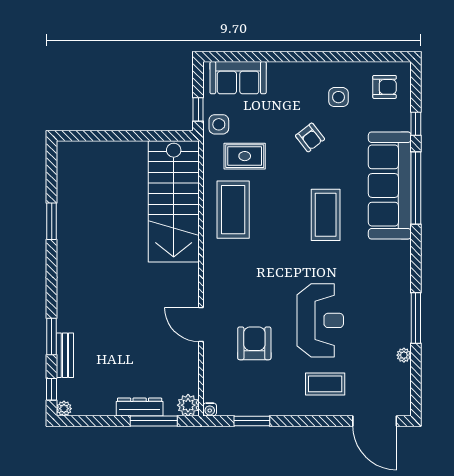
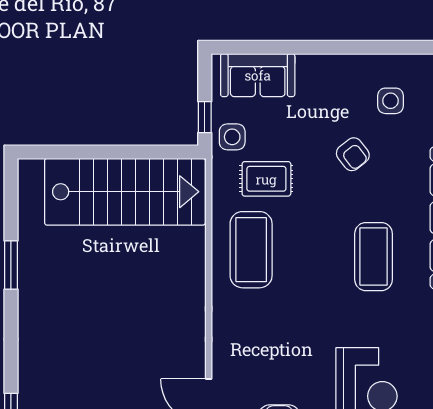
stairs: (174, 201) -> (125, 192), moved, turned -90

